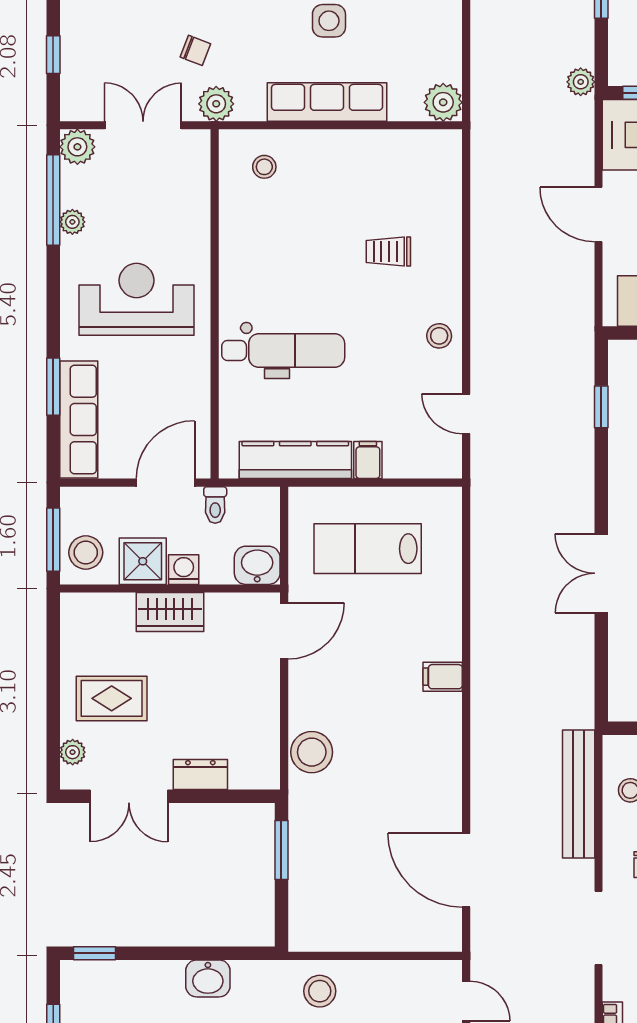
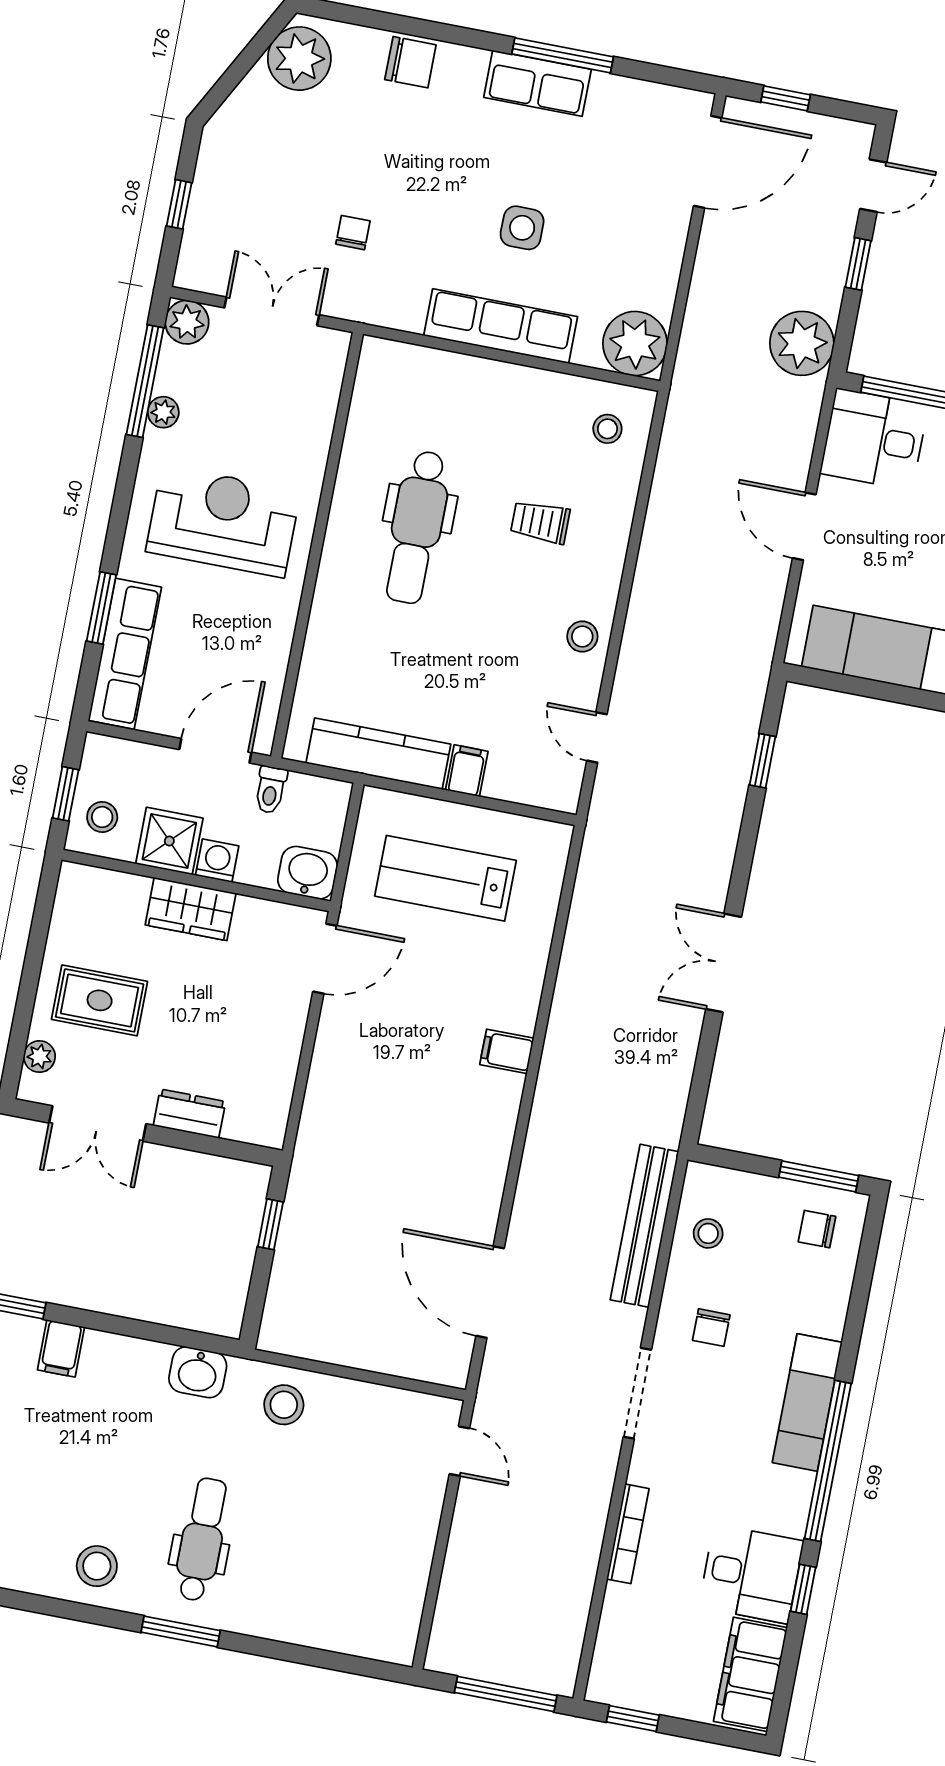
chair: (195, 50) -> (353, 233), turned -111
plant: (581, 82) -> (802, 343), width x1.87, depth x1.87
plant: (443, 102) -> (635, 344), width x1.36, depth x1.36
plant: (216, 104) -> (366, 302), removed
stool: (264, 167) -> (607, 429), moved
dental chair: (283, 350) -> (417, 527), moved, turned 90
window: (53, 540) -> (66, 794), width x0.67
stool: (86, 552) -> (102, 817), width x0.73, depth x0.73
stool: (312, 752) -> (330, 1112), removed
window: (281, 850) -> (270, 1224), width x0.67
washbasin: (208, 978) -> (198, 1372), moved
filing cabinet: (134, 980) -> (61, 1348), added

